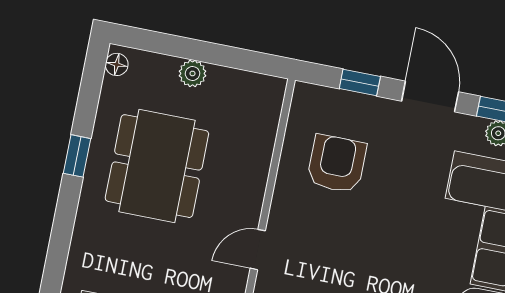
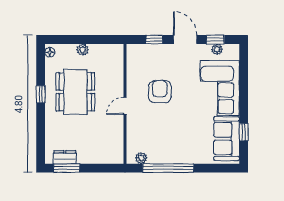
armchair: (337, 164) -> (160, 92), moved
door: (258, 250) -> (125, 106), moved

